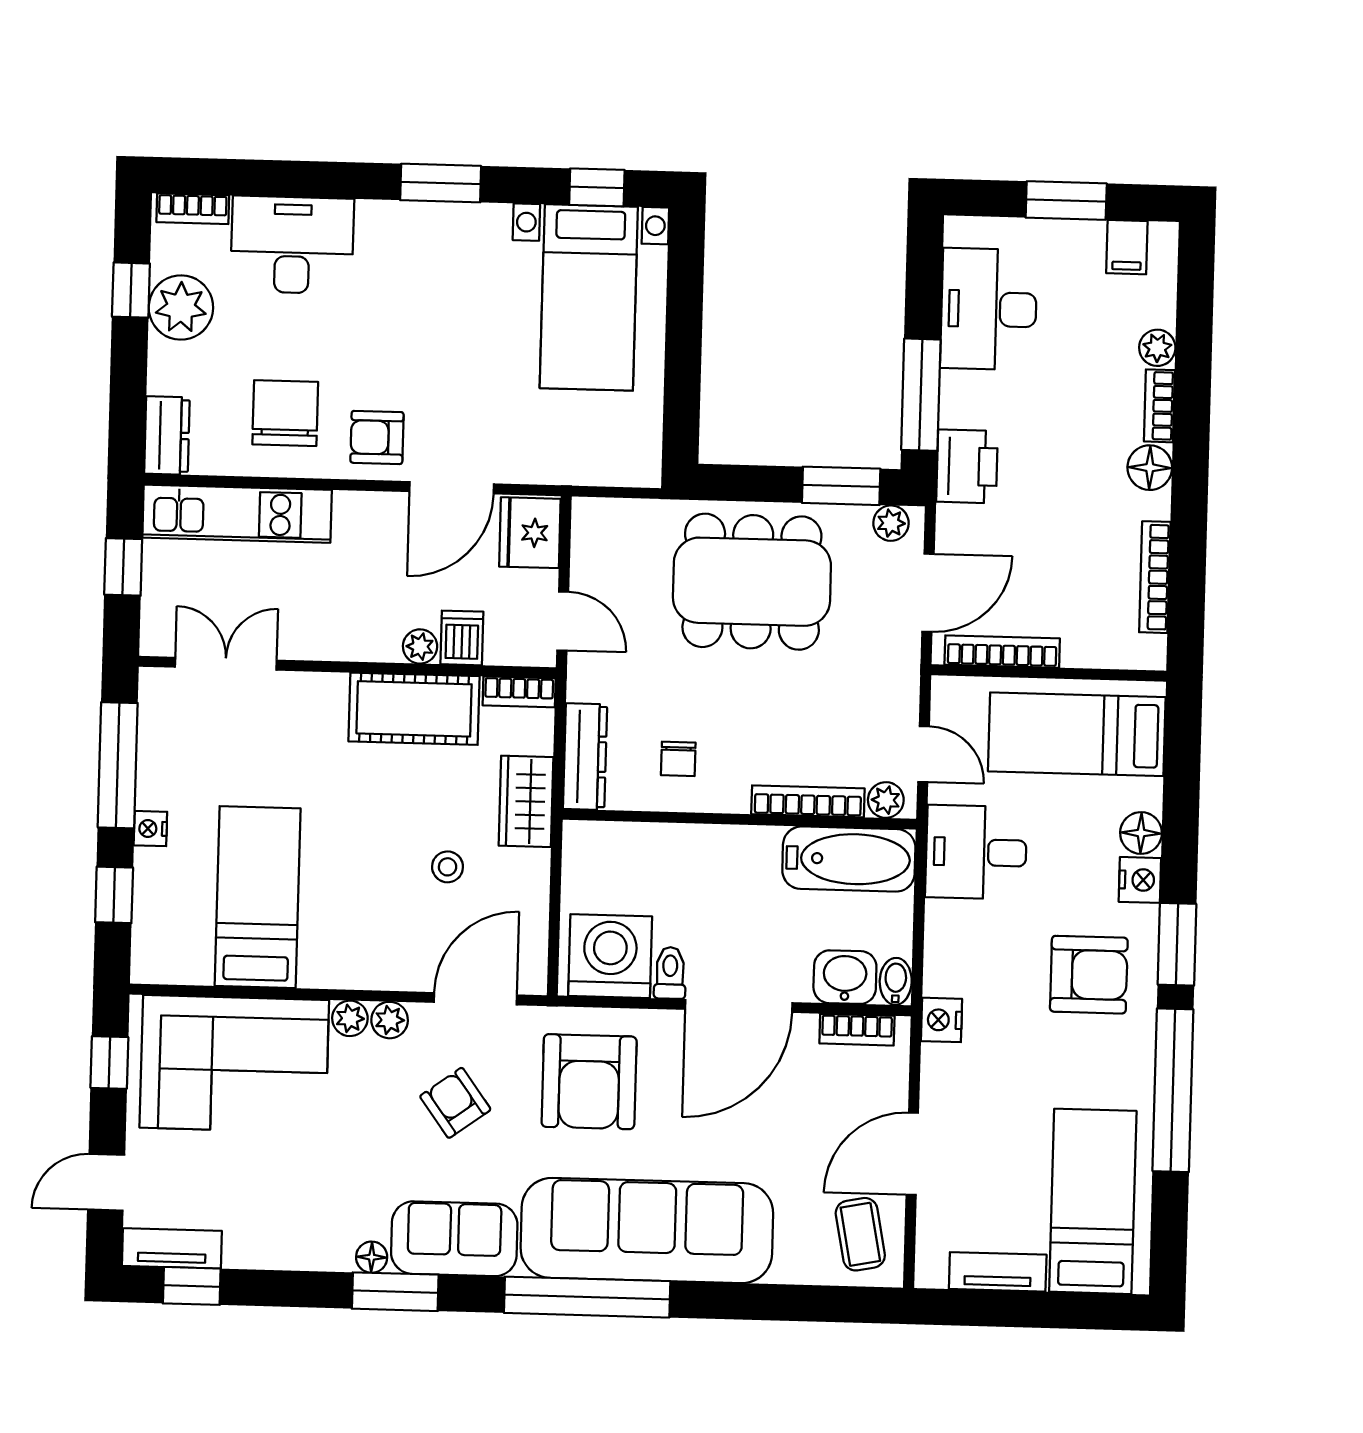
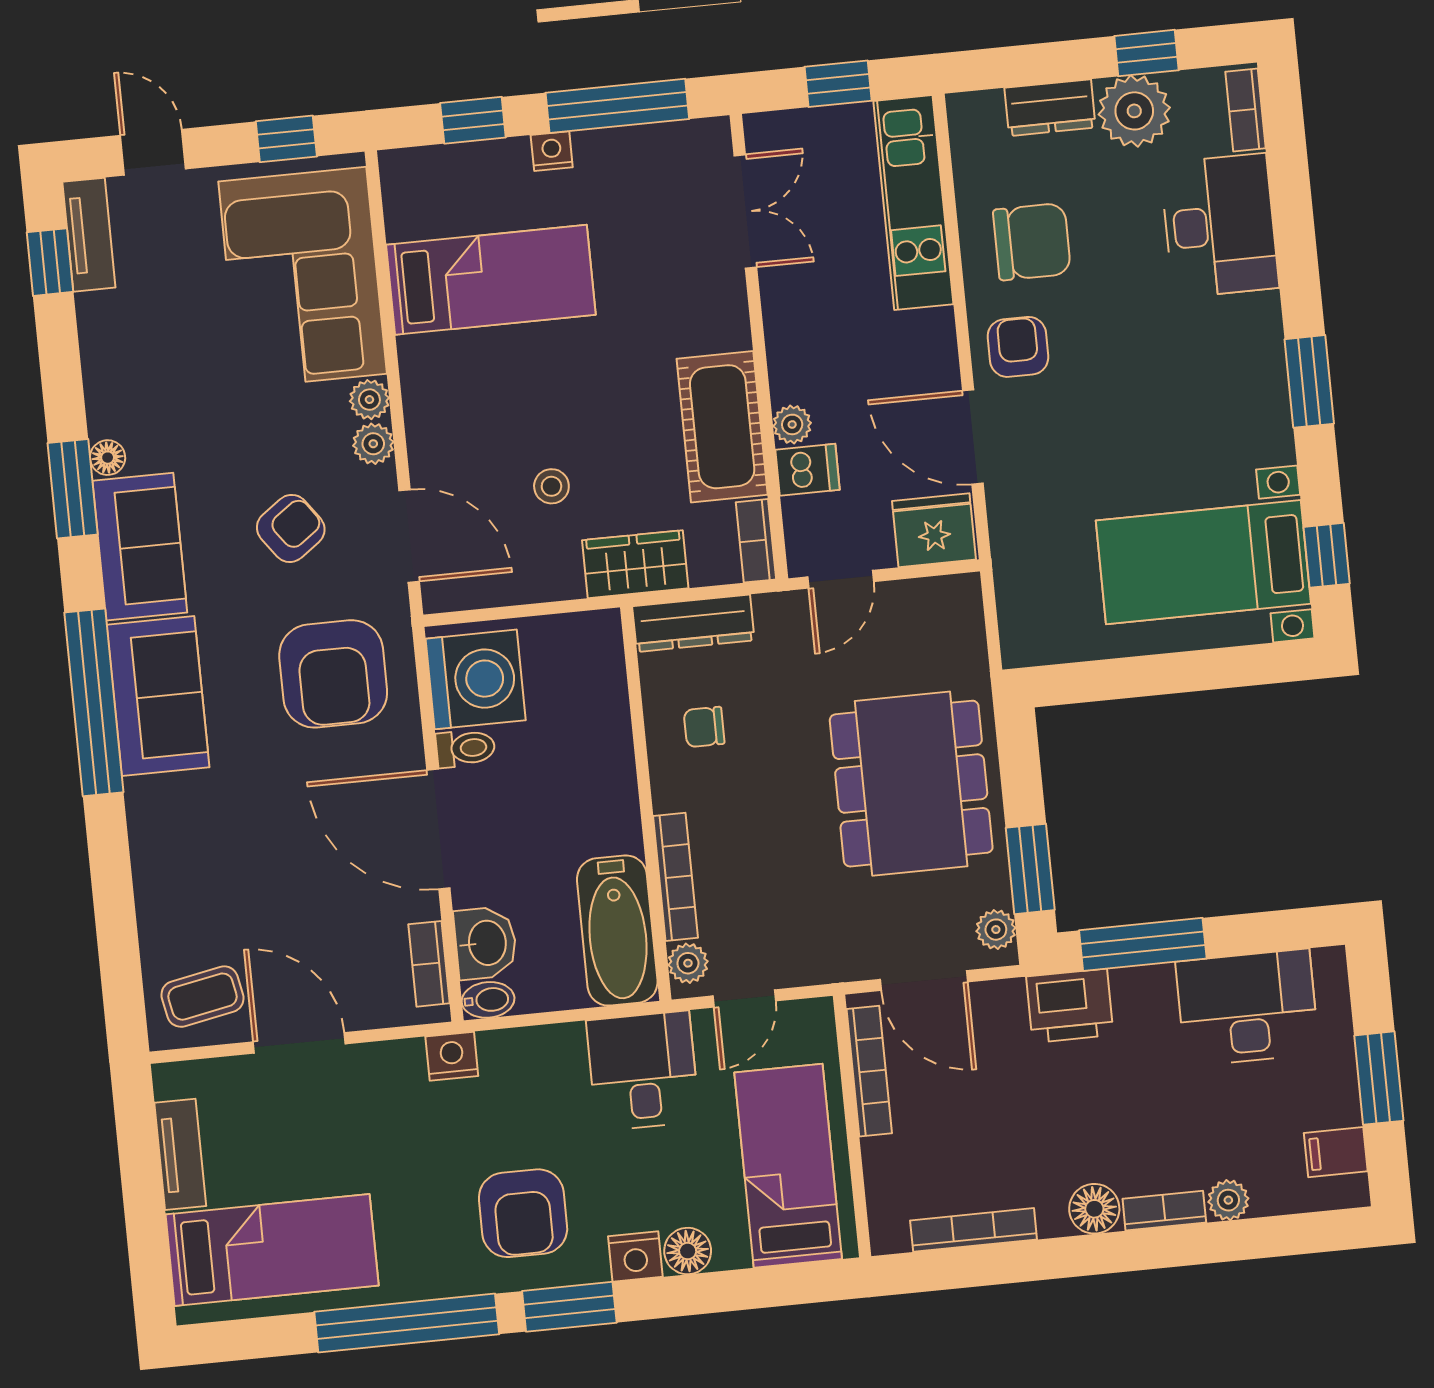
dresser: (167, 436) -> (1050, 108), moved
armchair: (589, 1082) -> (333, 674), turned -90
sofa: (647, 1231) -> (158, 696), width x0.54, depth x0.79

